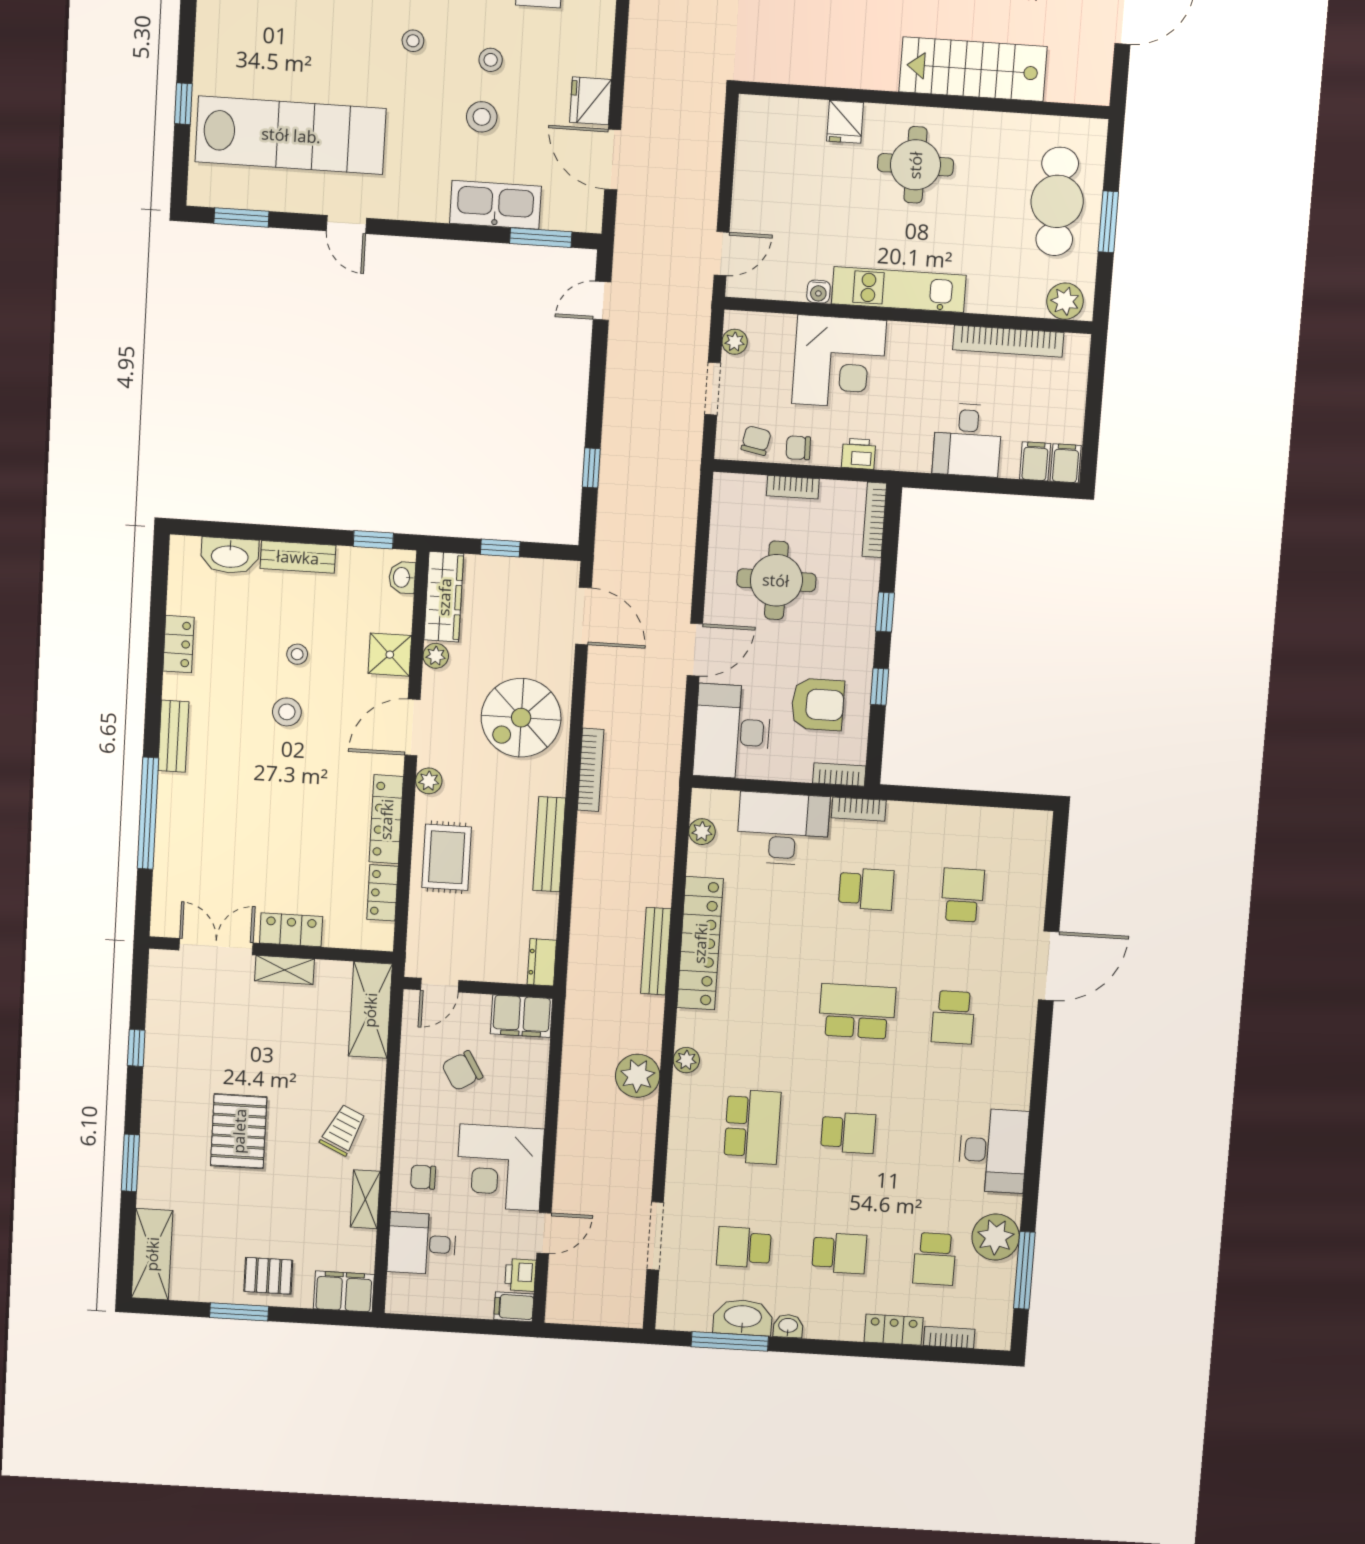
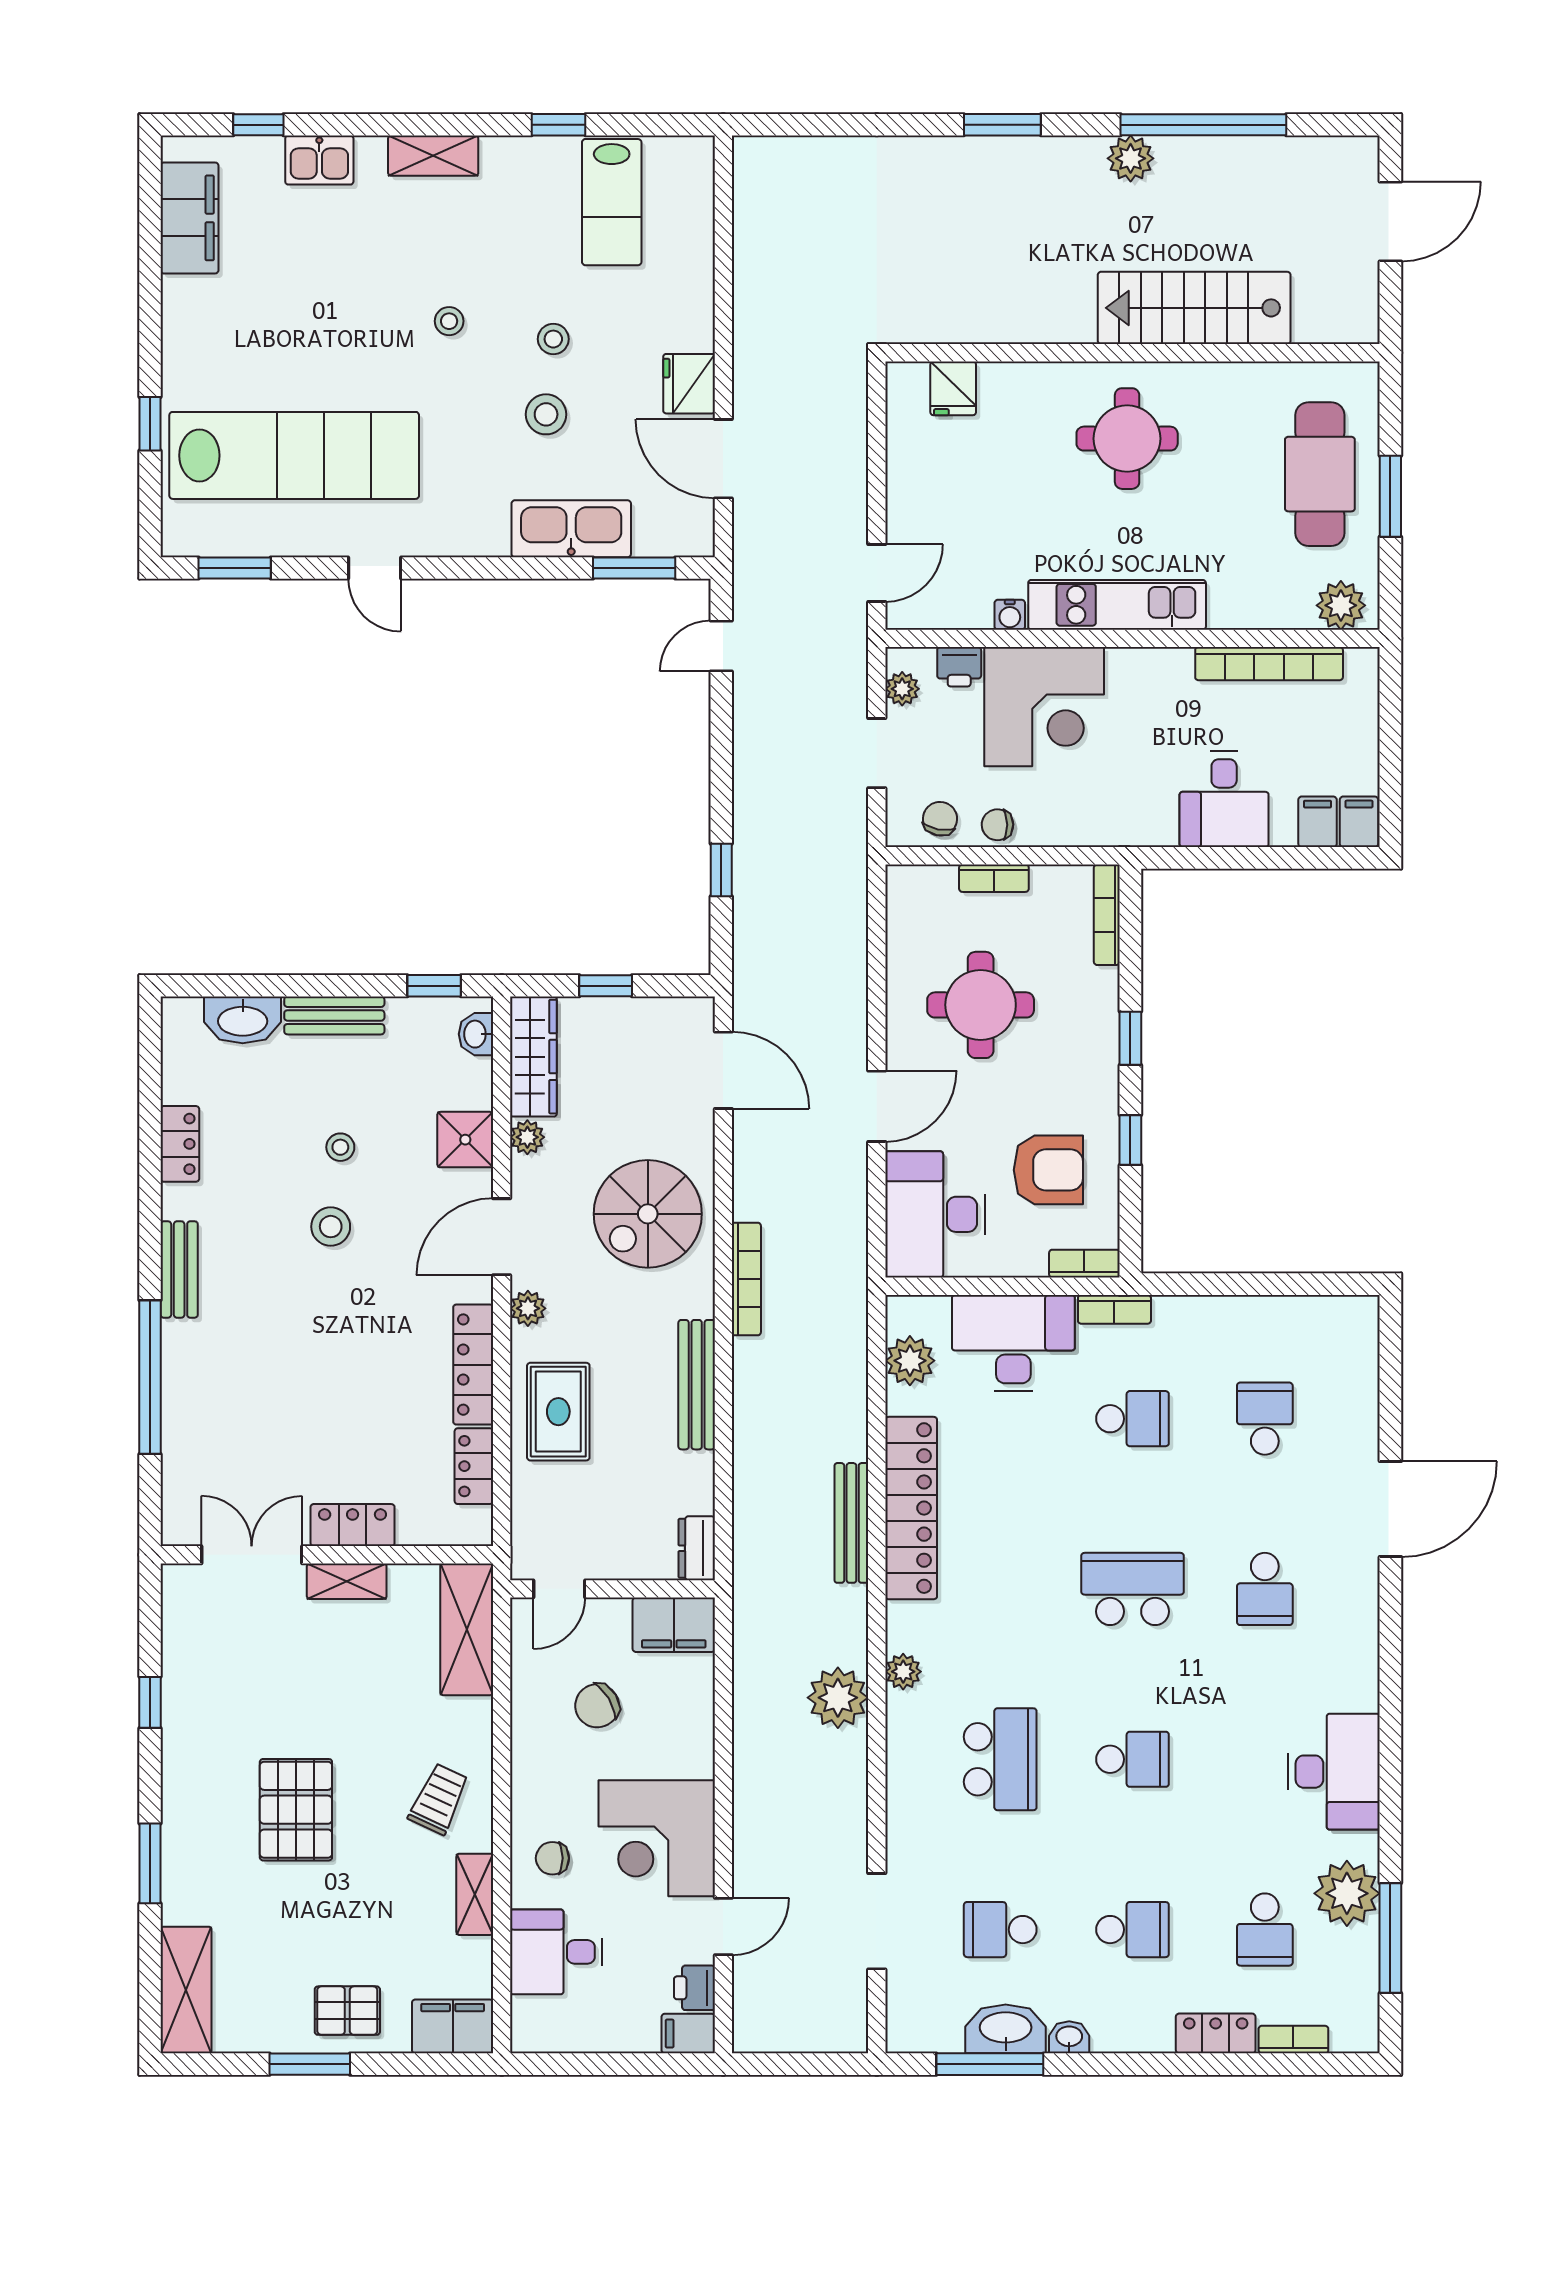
fridge: (845, 122) -> (953, 388), moved
printer: (859, 454) -> (959, 667), moved, turned 180
plant: (702, 832) -> (910, 1361), width x1.38, depth x1.38

